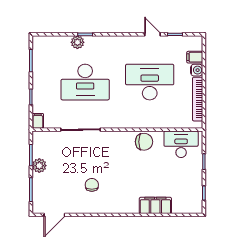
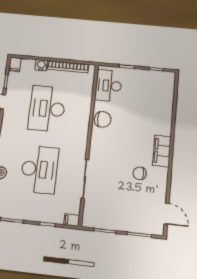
filing cabinet: (195, 57) -> (15, 64), moved
chair: (144, 142) -> (103, 119), turned 90
plant: (39, 166) -> (116, 223), removed
filing cabinet: (155, 205) -> (162, 151), moved

